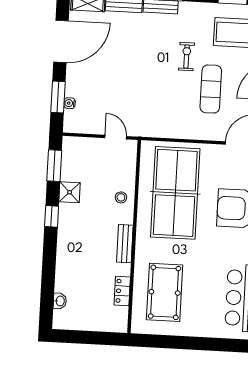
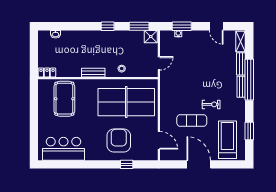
door: (61, 41) -> (216, 26), width x0.53
shower: (70, 192) -> (151, 37), moved
locker: (122, 291) -> (47, 72), moved
pool table: (165, 292) -> (64, 99), turned 90

